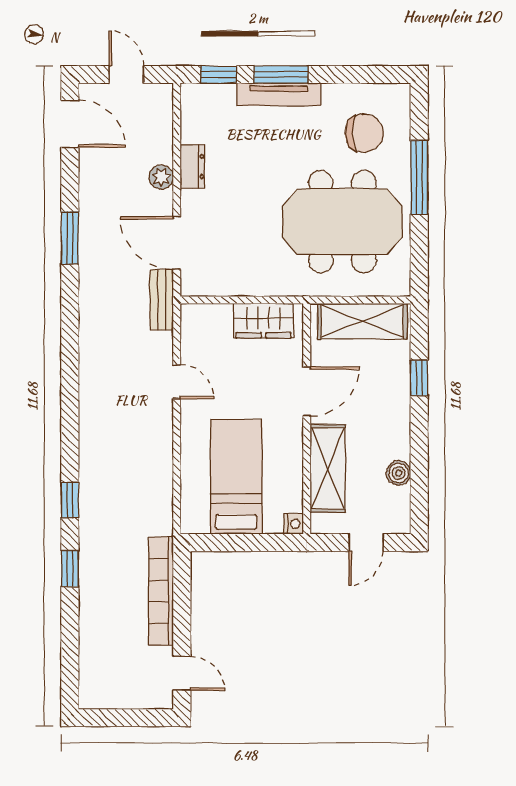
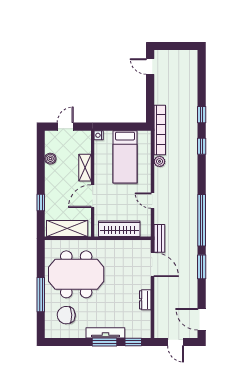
plant: (161, 177) -> (160, 161), moved
wardrobe: (264, 321) -> (119, 229), width x1.50
window: (70, 339) -> (202, 220), added
shelving: (328, 468) -> (85, 168), width x0.67, depth x0.75
bookcase: (161, 591) -> (160, 130), moved

